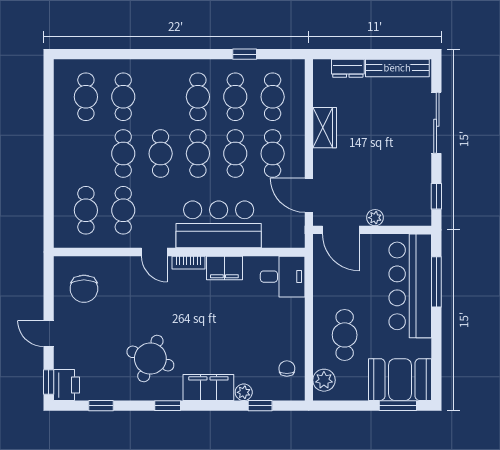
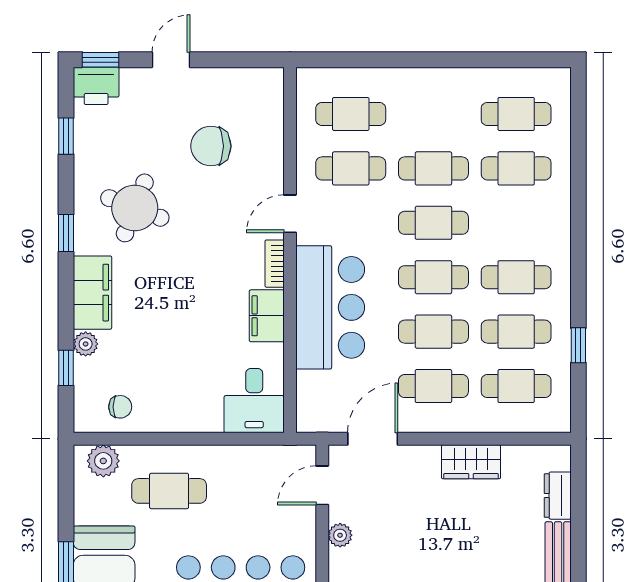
door: (341, 230) -> (322, 485), width x0.73
chair: (84, 289) -> (211, 146), moved

